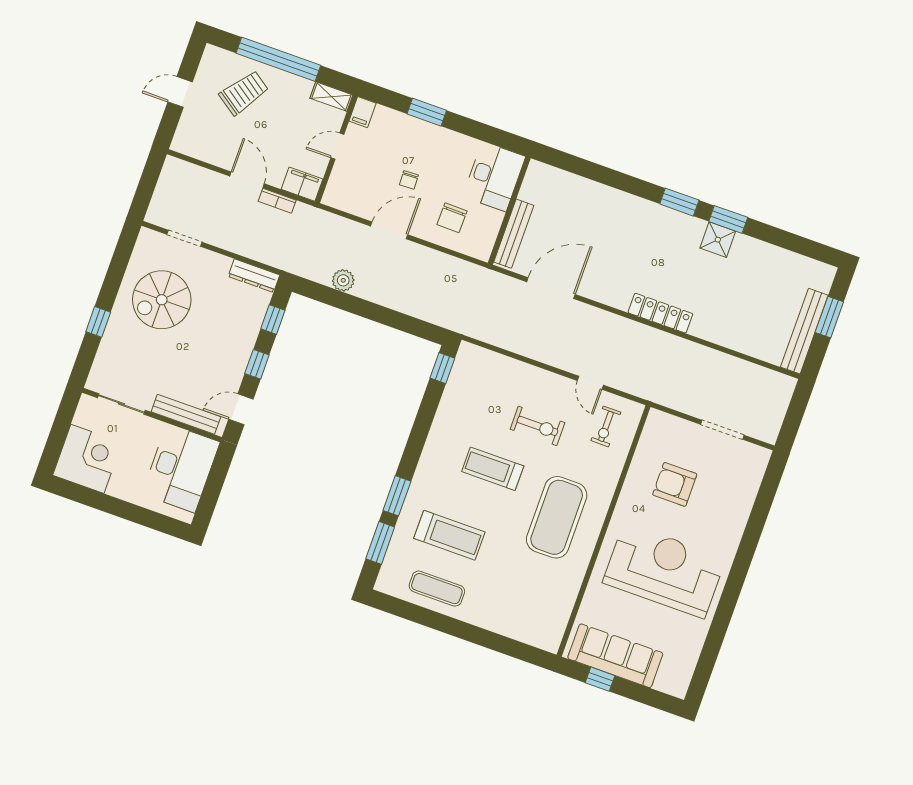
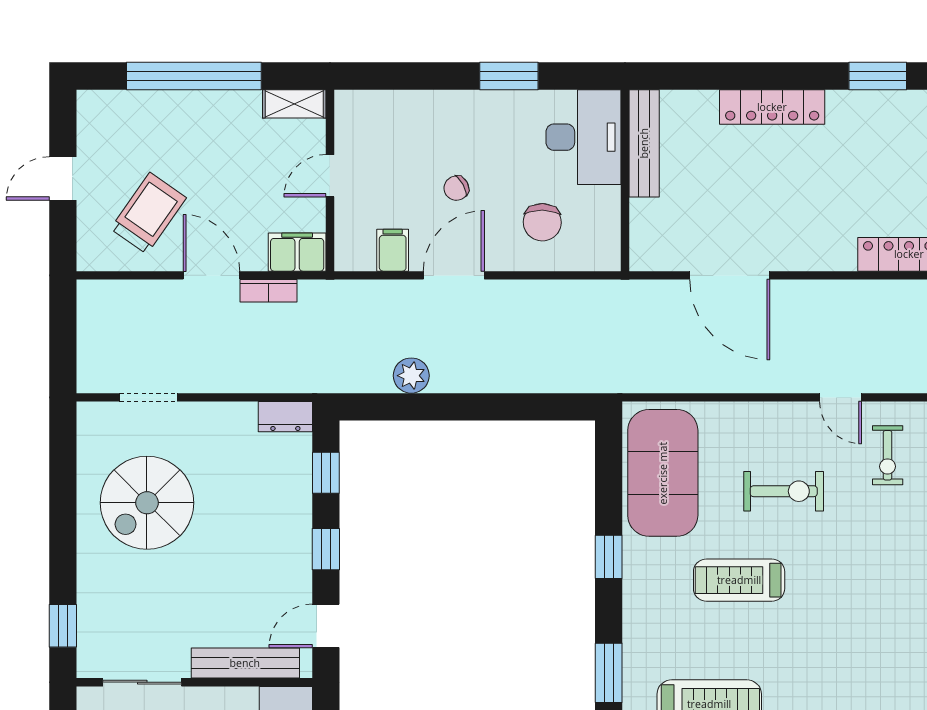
trolley: (244, 93) -> (148, 213), moved
filing cabinet: (363, 112) -> (393, 250), moved, turned 180
window: (427, 112) -> (509, 76), moved
chair: (409, 180) -> (456, 188), turned 63
locker: (611, 198) -> (772, 107), added
bench: (514, 234) -> (644, 143), moved
dresser: (254, 276) -> (285, 417), width x0.70
door: (551, 288) -> (730, 275), swing flipped
window: (98, 322) -> (63, 626), moved
window: (442, 368) -> (609, 557), moved
exercise mat: (557, 517) -> (663, 473), moved

